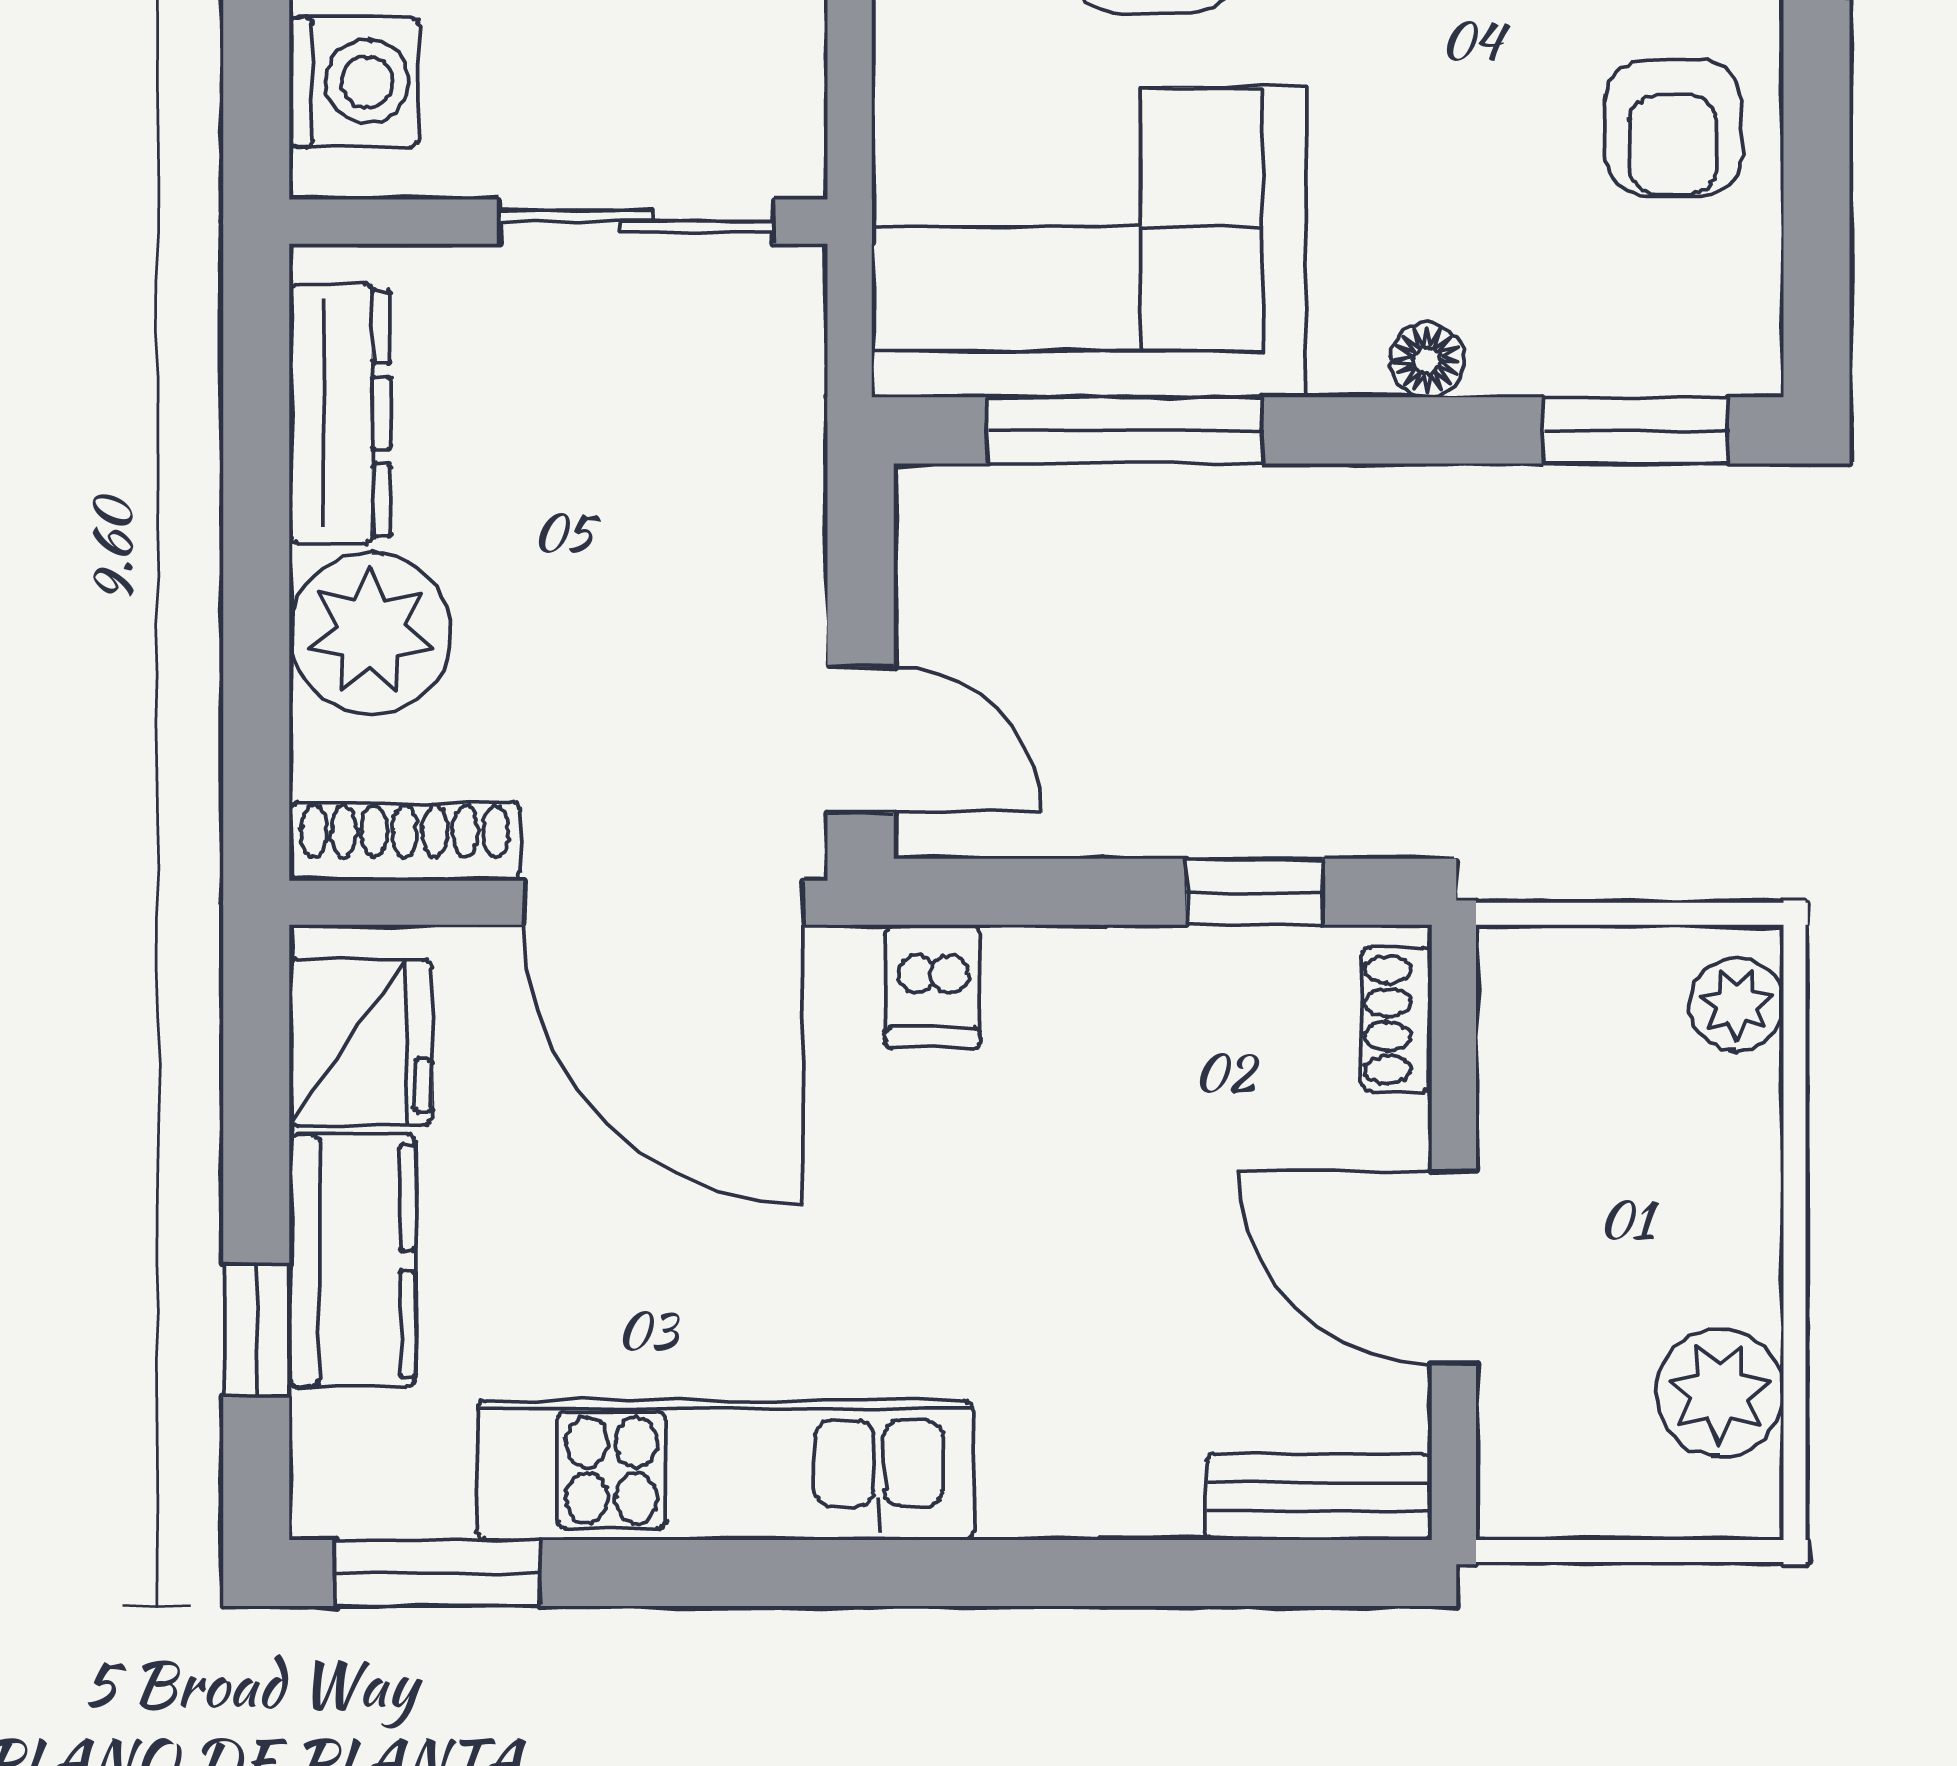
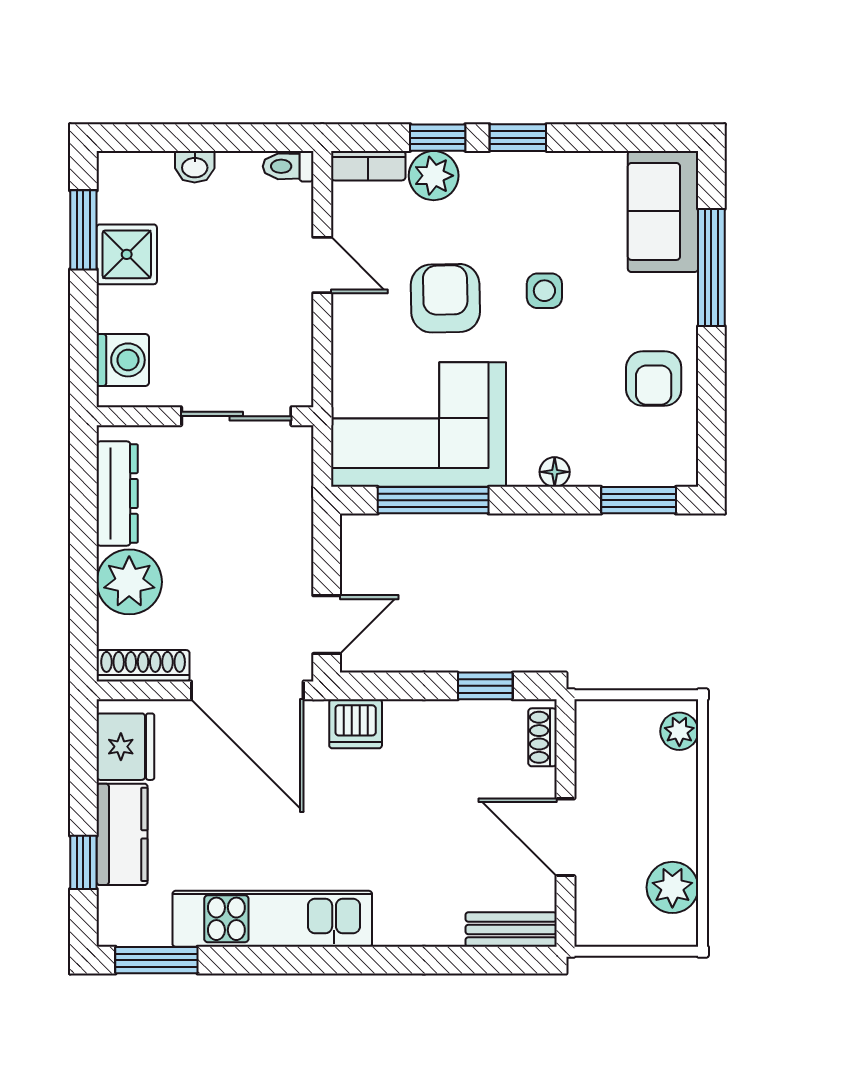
door: (861, 739) -> (327, 625), hinge flipped
dishwasher: (933, 986) -> (356, 724), width x1.38

